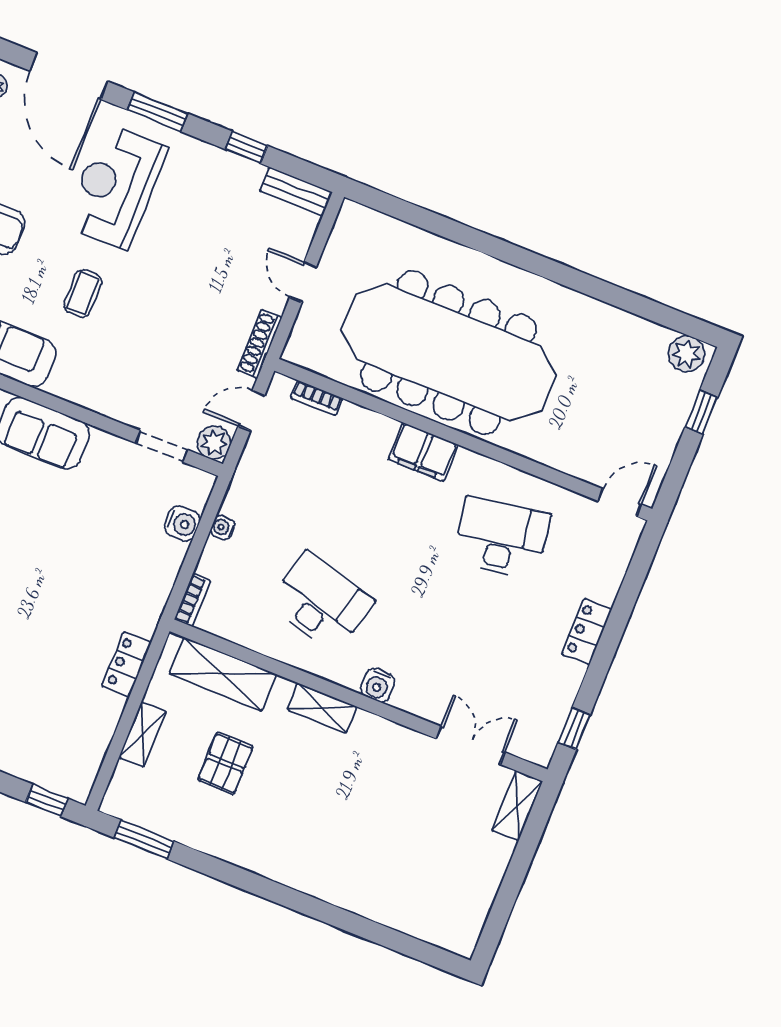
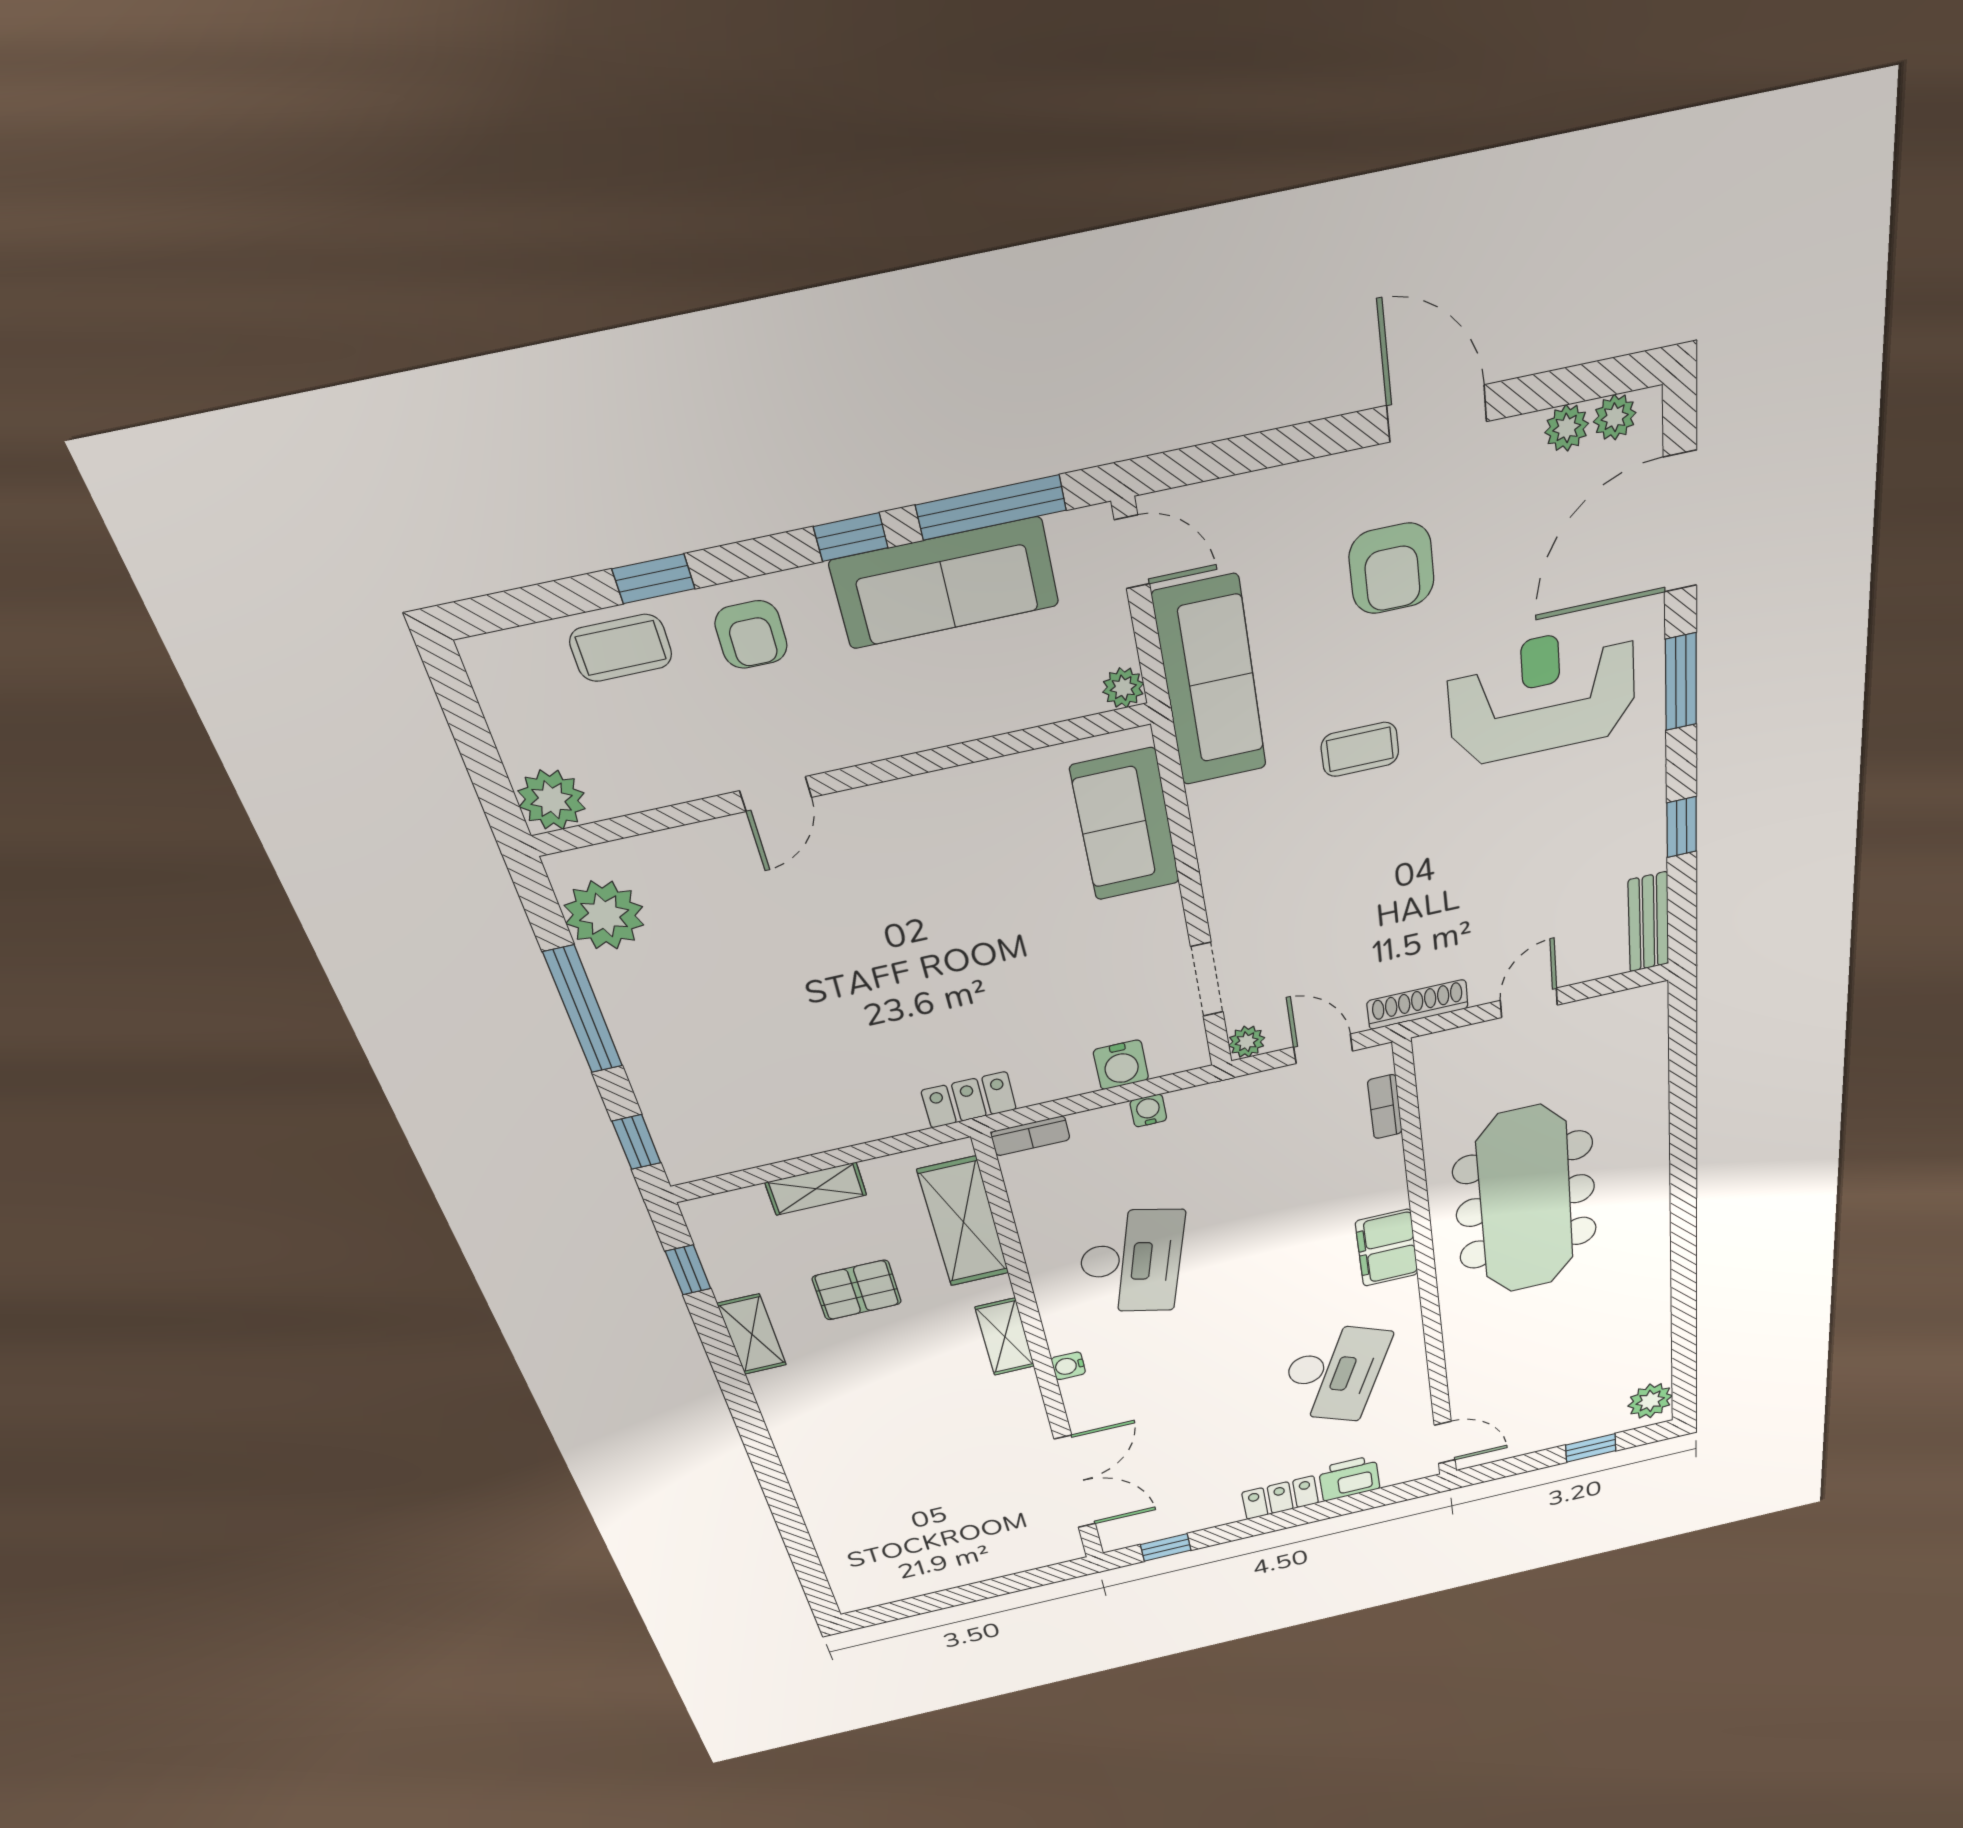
meeting table: (449, 353) -> (1525, 1201), width x0.73, depth x0.79
plant: (214, 443) -> (1247, 1042), width x0.73, depth x0.73
desk: (501, 538) -> (1333, 1373), turned 33
printer: (604, 579) -> (1349, 1478), added
locker: (127, 664) -> (969, 1100), moved
water cooler: (378, 685) -> (1068, 1366), width x0.72, depth x0.72
double door: (470, 745) -> (1075, 1482), width x1.37
shelving: (517, 806) -> (752, 1334), moved, turned 90
window: (144, 840) -> (688, 1270), width x0.67

